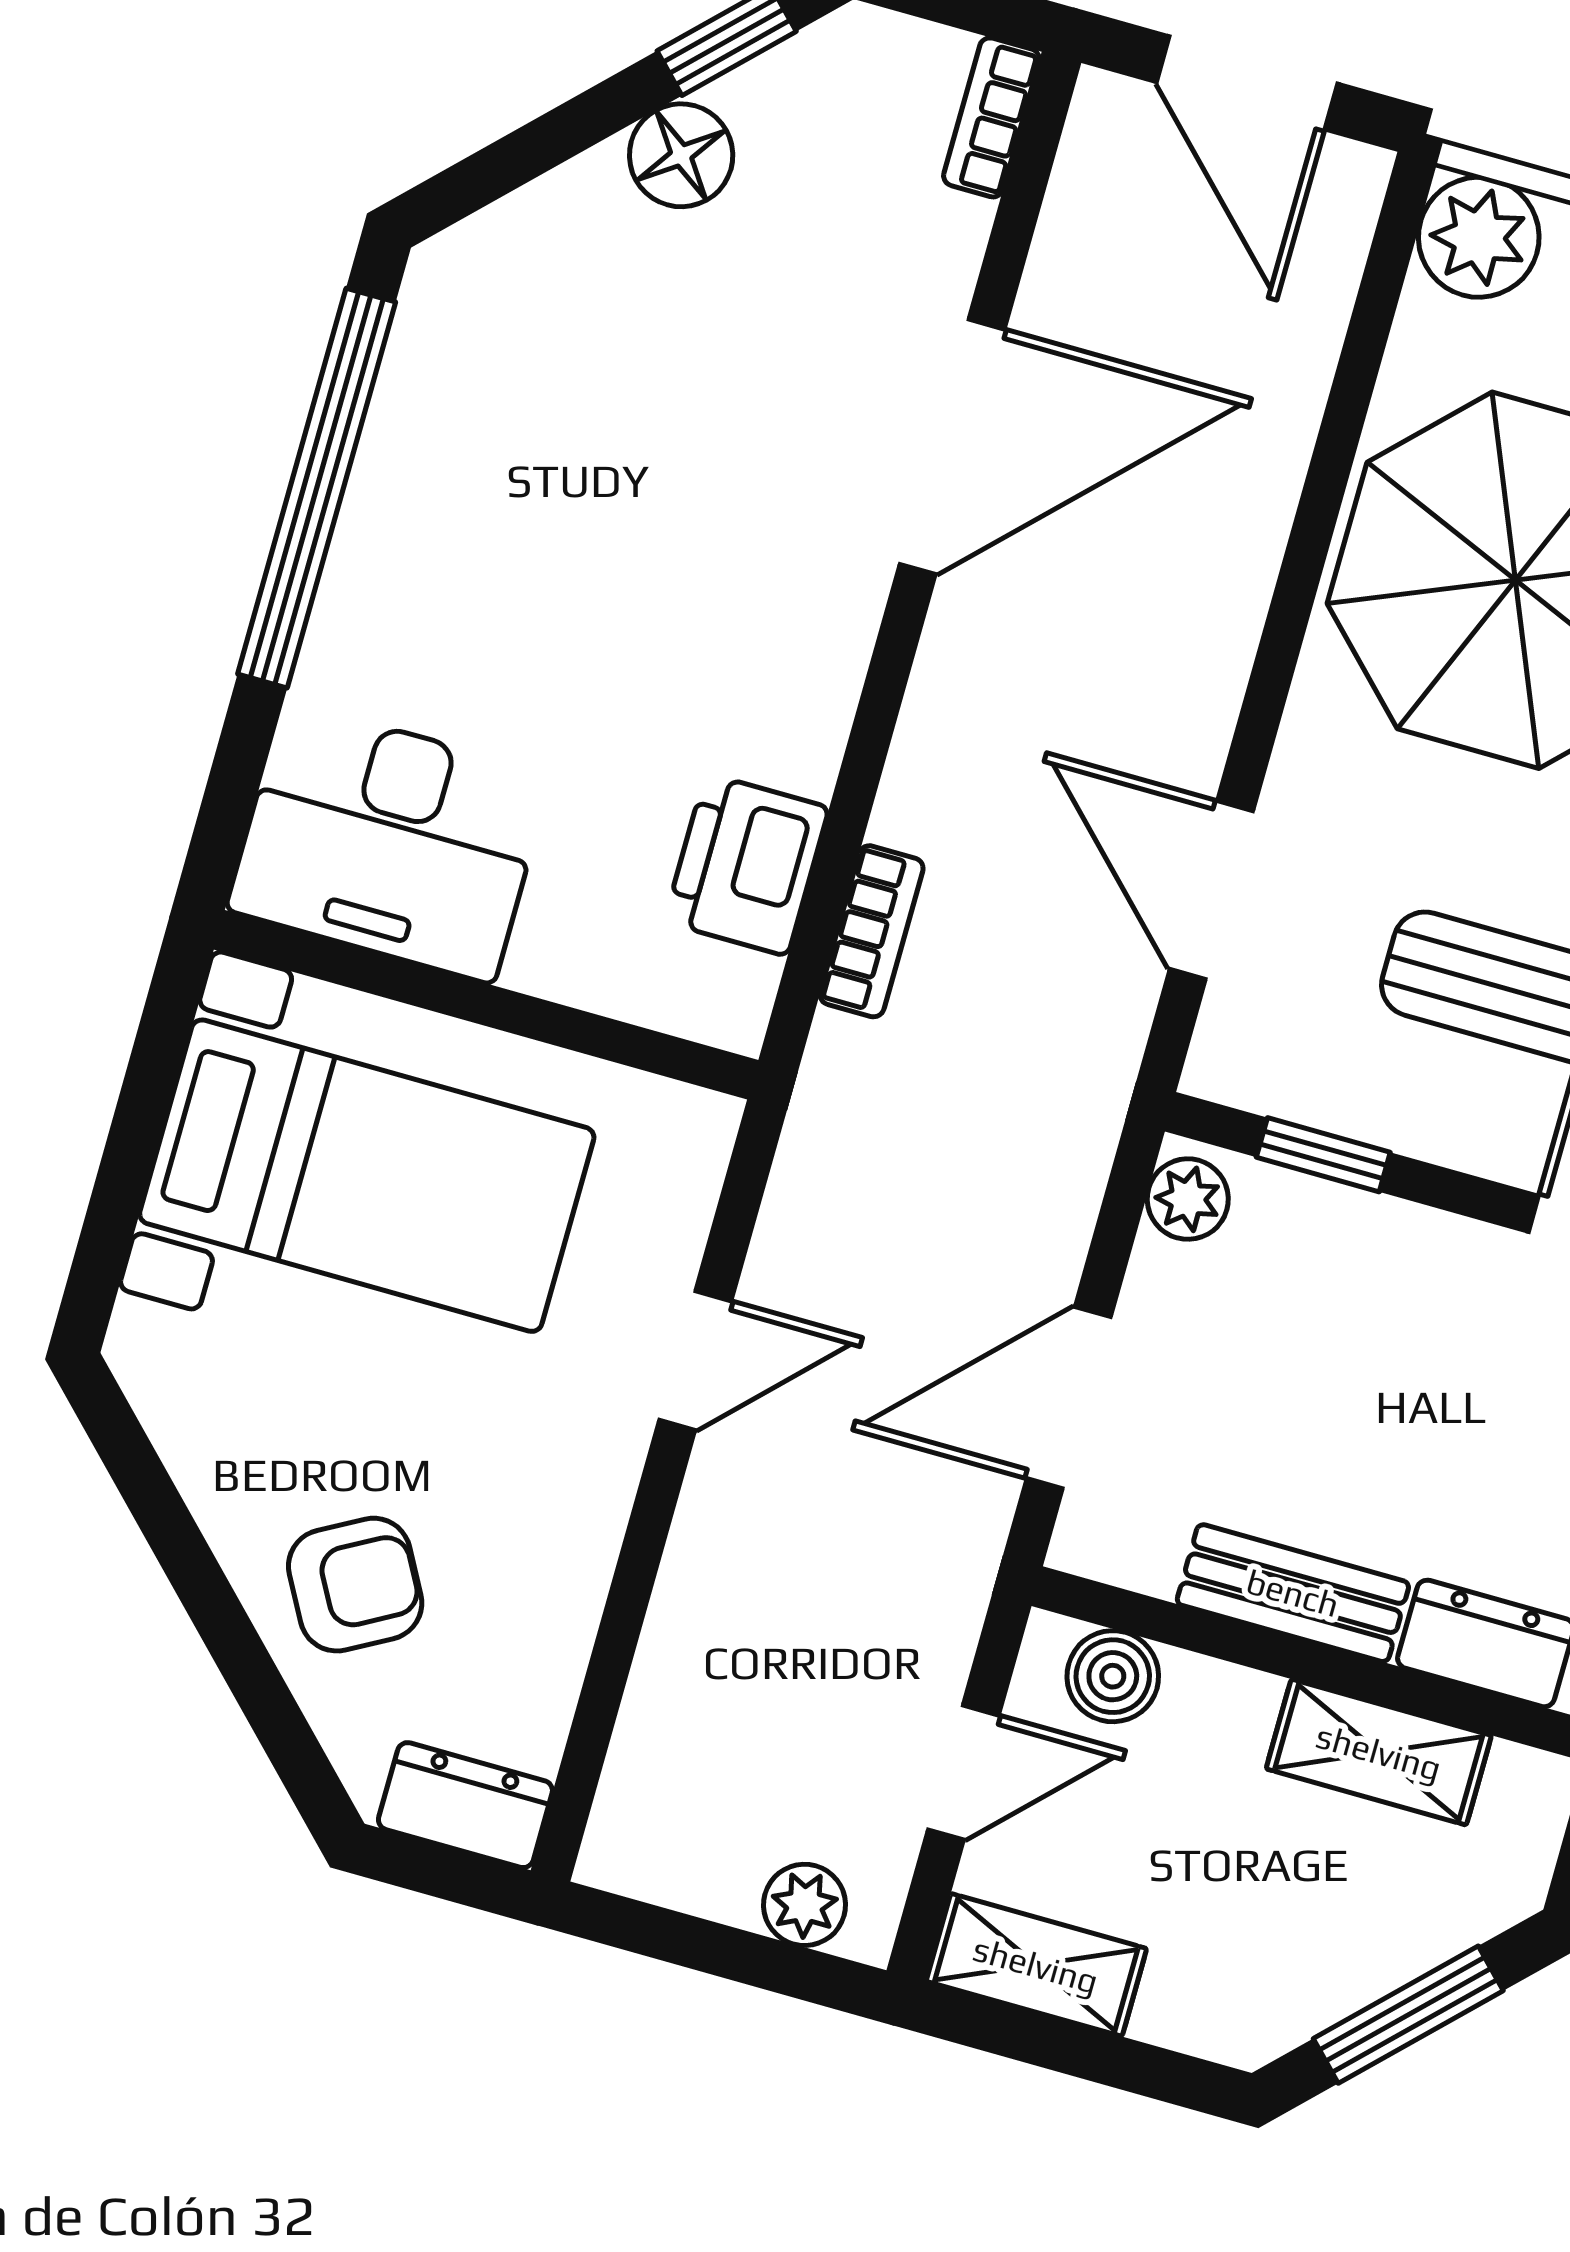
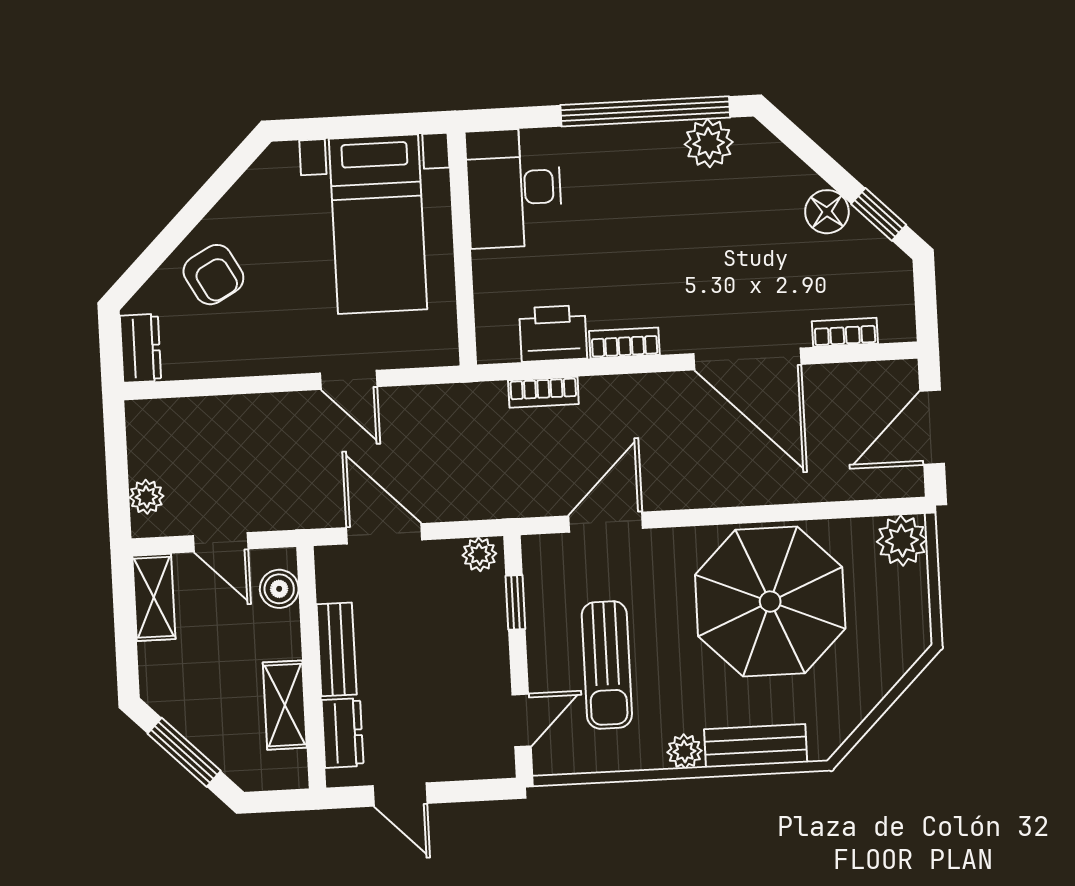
bookcase: (991, 117) -> (845, 332), moved
plant: (437, 369) -> (709, 143), added
bookcase: (822, 711) -> (624, 343), added

